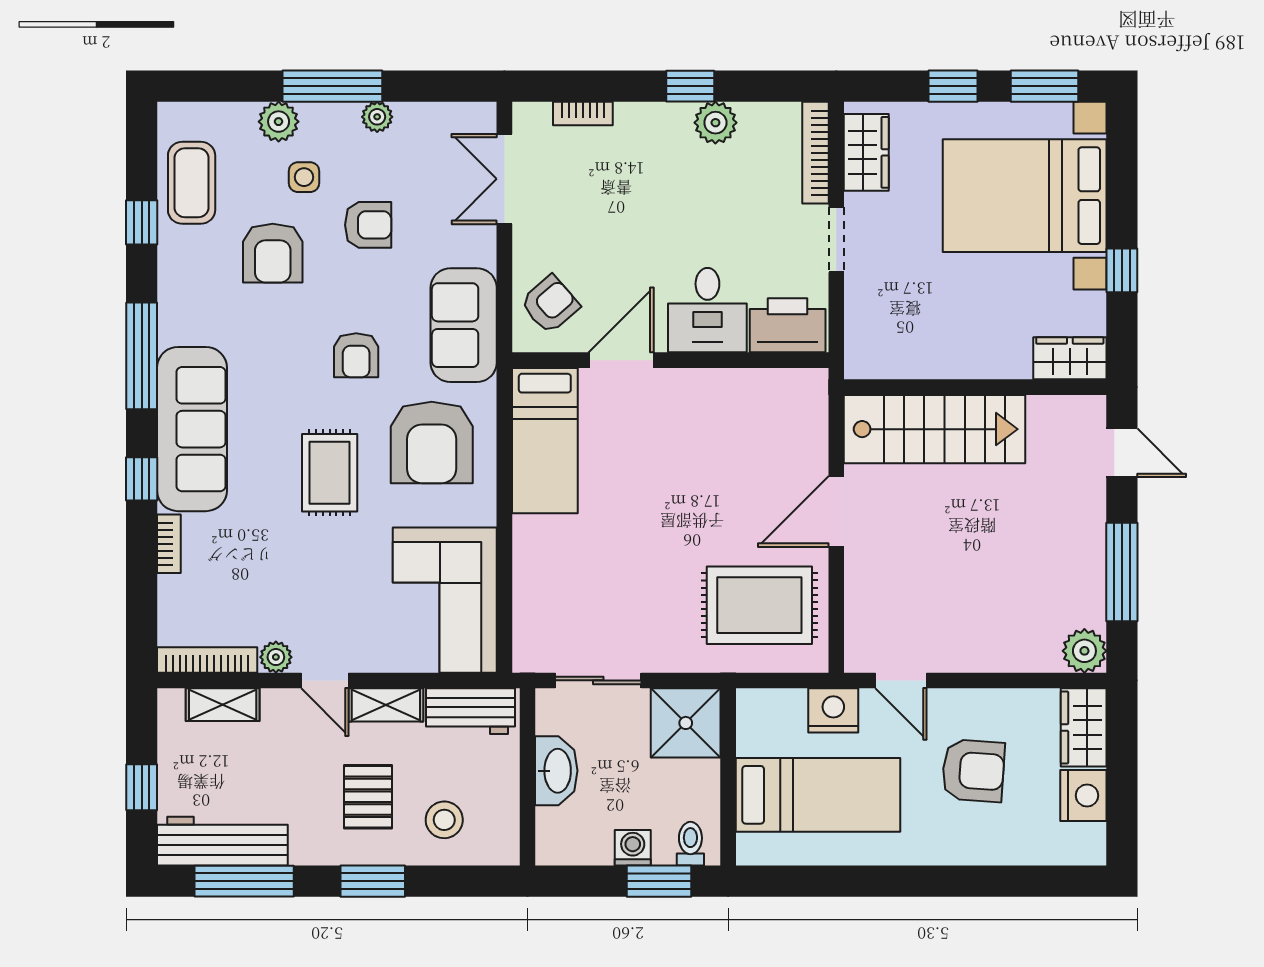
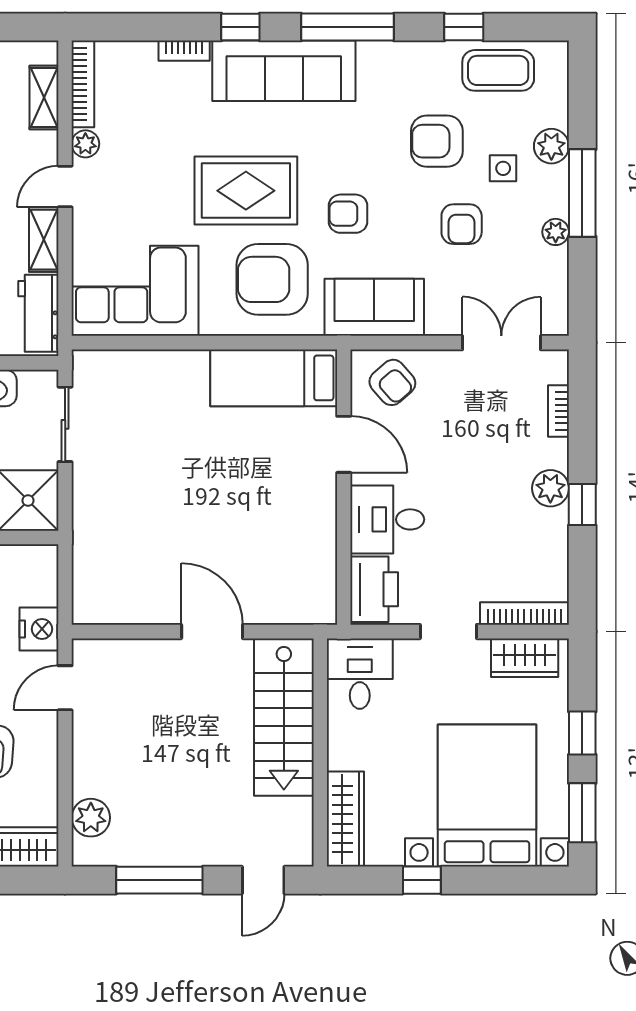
plant: (715, 123) -> (550, 488), moved
desk: (885, 342) -> (360, 674), added
wardrobe: (1070, 358) -> (345, 819), width x1.50
rug: (330, 473) -> (246, 191), width x1.36, depth x1.43
rug: (759, 605) -> (131, 565), removed
plant: (1084, 651) -> (91, 818), moved

